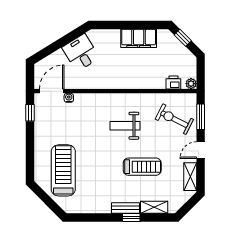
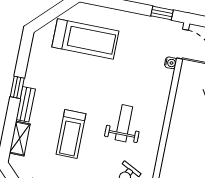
window: (131, 217) -> (17, 87), moved

